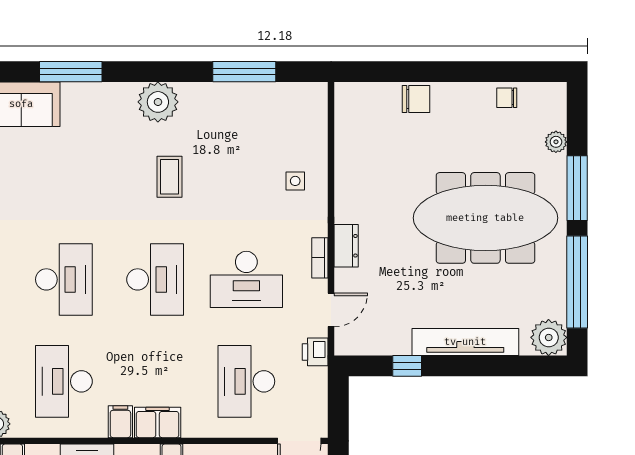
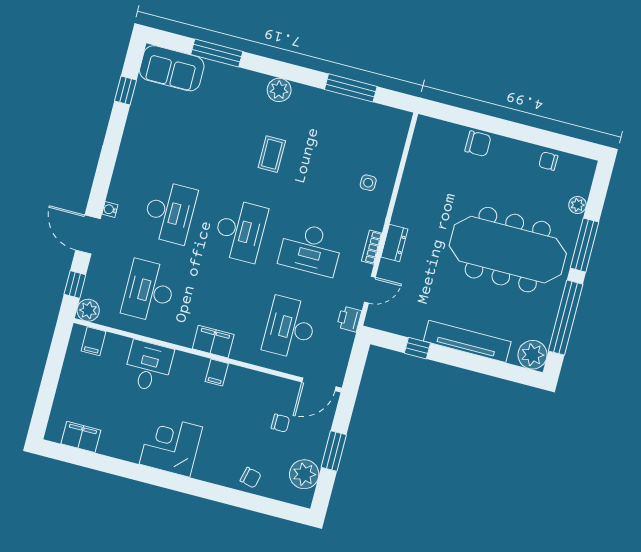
plant: (158, 102) -> (279, 90), width x0.73, depth x0.73
filing cabinet: (120, 422) -> (185, 334), removed

